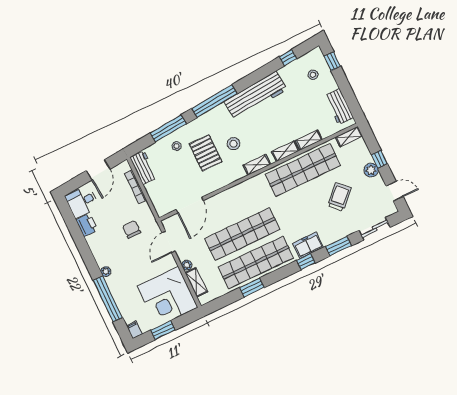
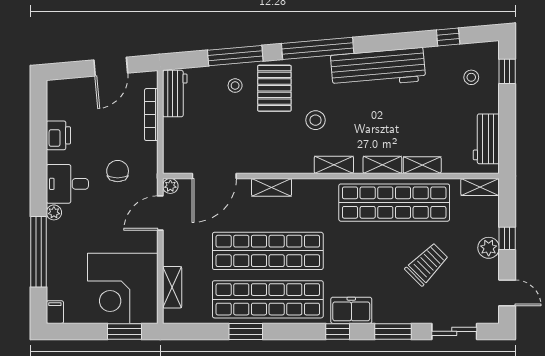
pallet: (206, 153) -> (274, 88), moved
shelving: (227, 196) -> (272, 187), added
desk: (82, 202) -> (67, 184), moved
plant: (187, 265) -> (170, 186), moved
window: (163, 330) -> (124, 331), moved

